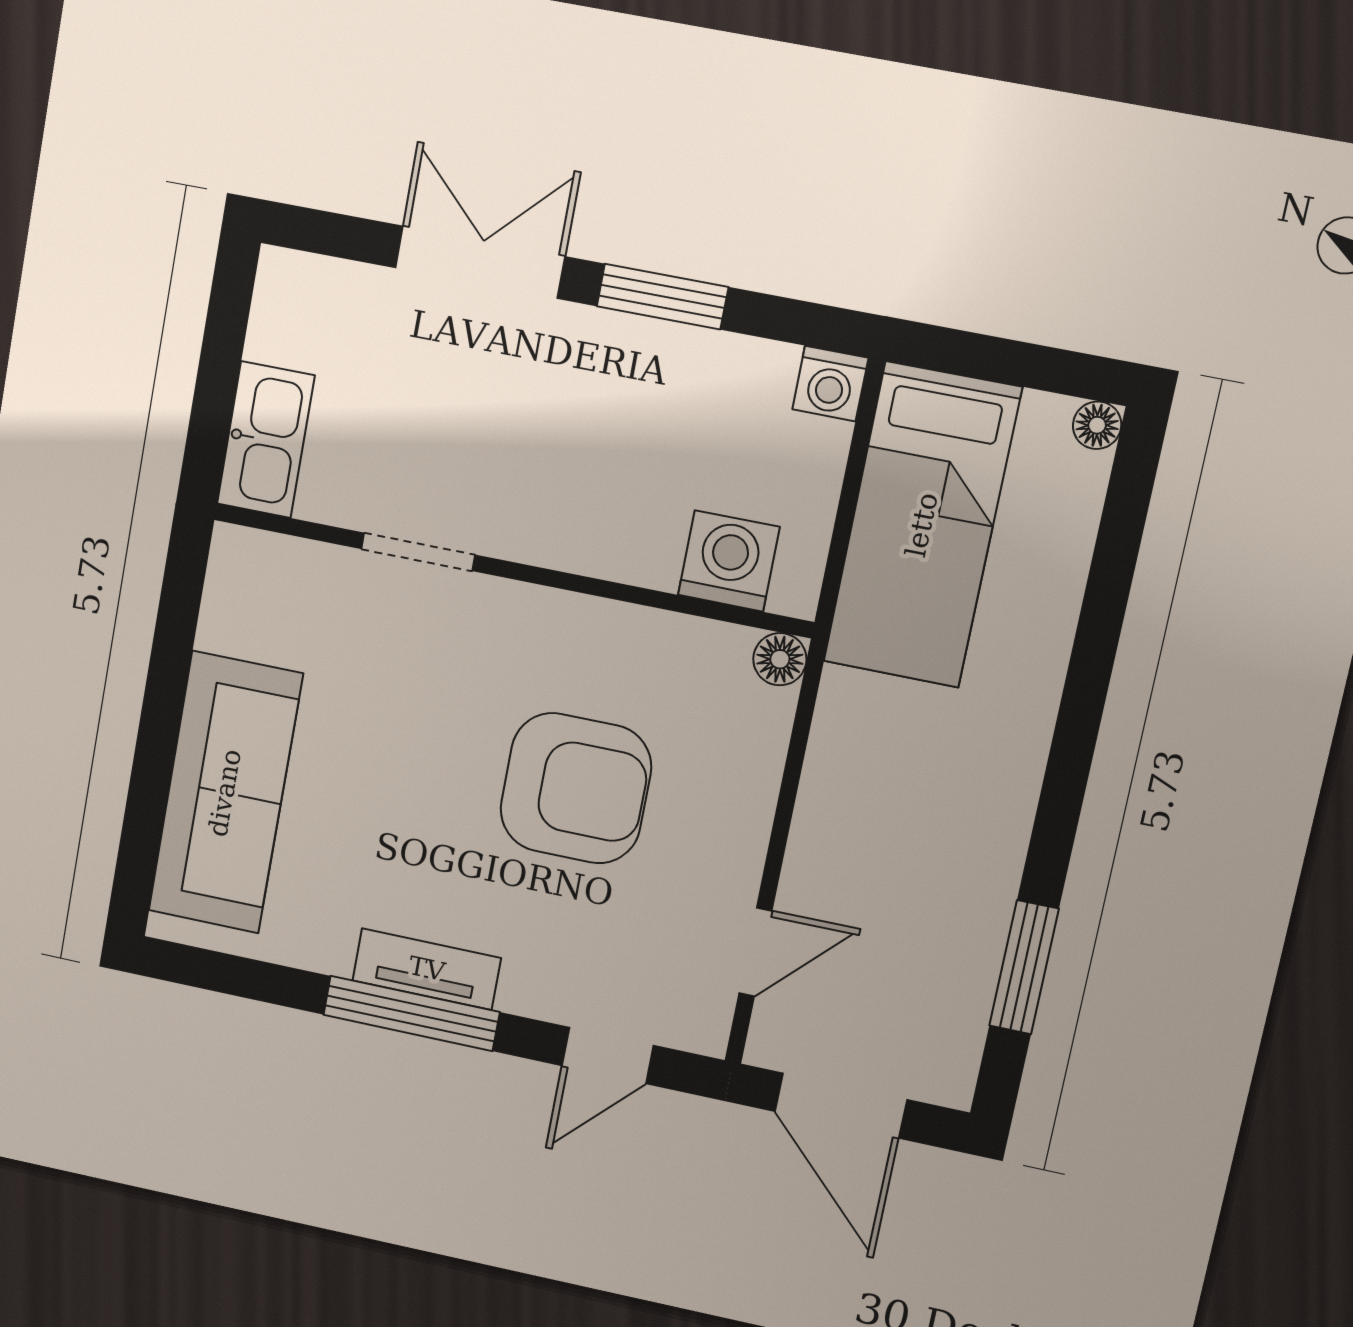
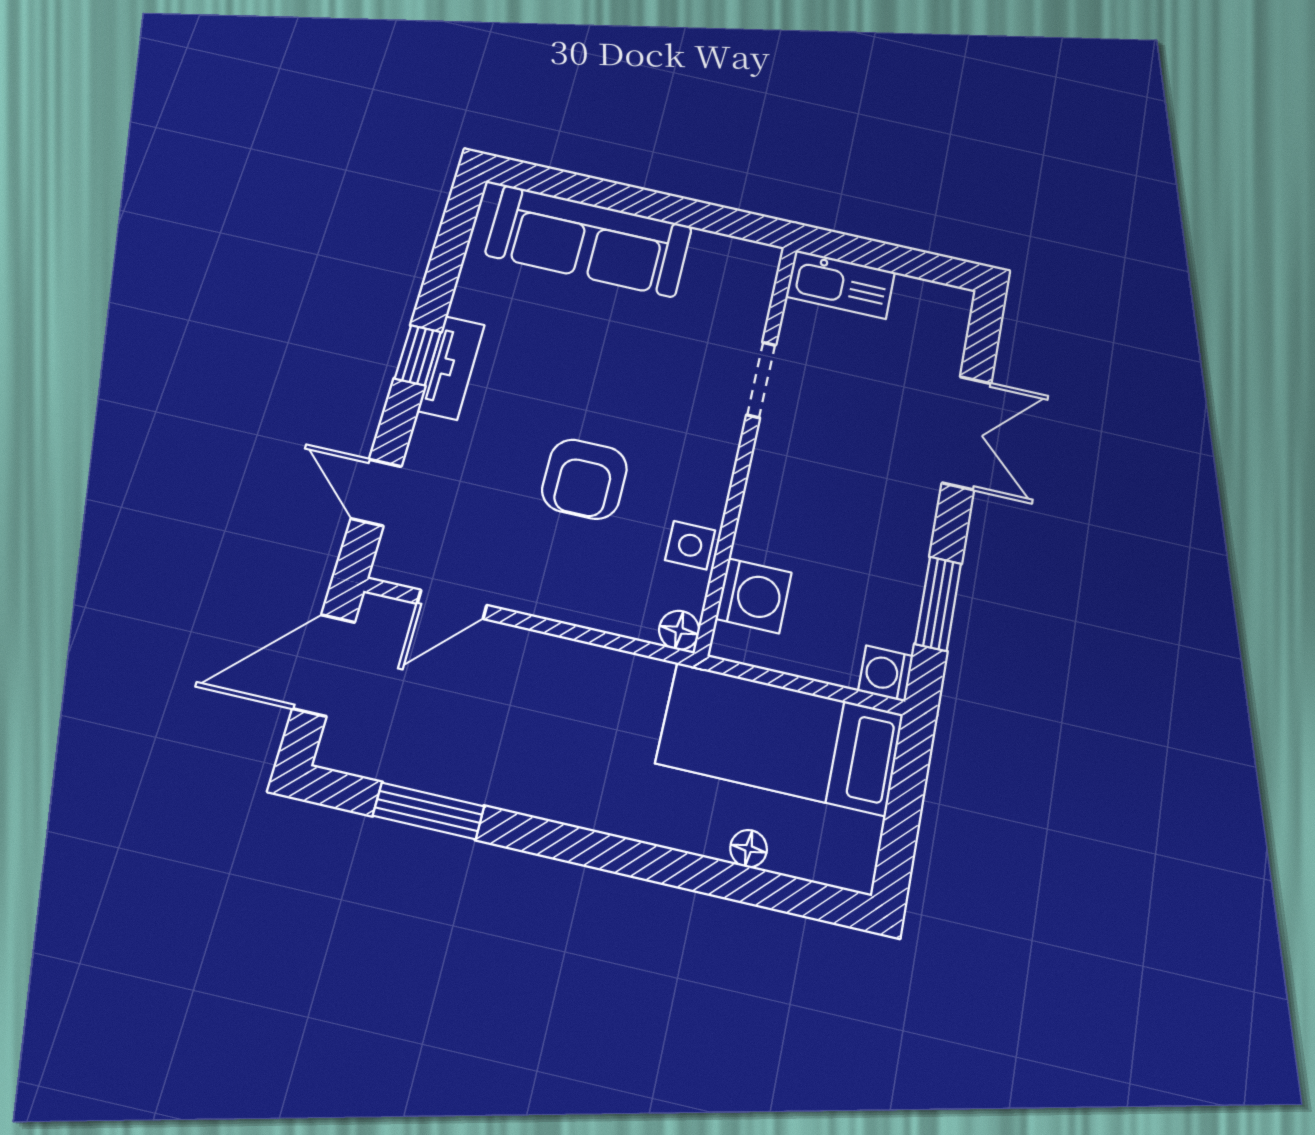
window: (662, 297) -> (938, 604), moved
floor lamp: (1097, 425) -> (749, 849), moved
side table: (662, 646) -> (690, 545), added
armchair: (576, 788) -> (584, 479), width x0.73, depth x0.73
door: (755, 952) -> (452, 604), hinge flipped
window: (411, 1013) -> (418, 355), width x0.46

